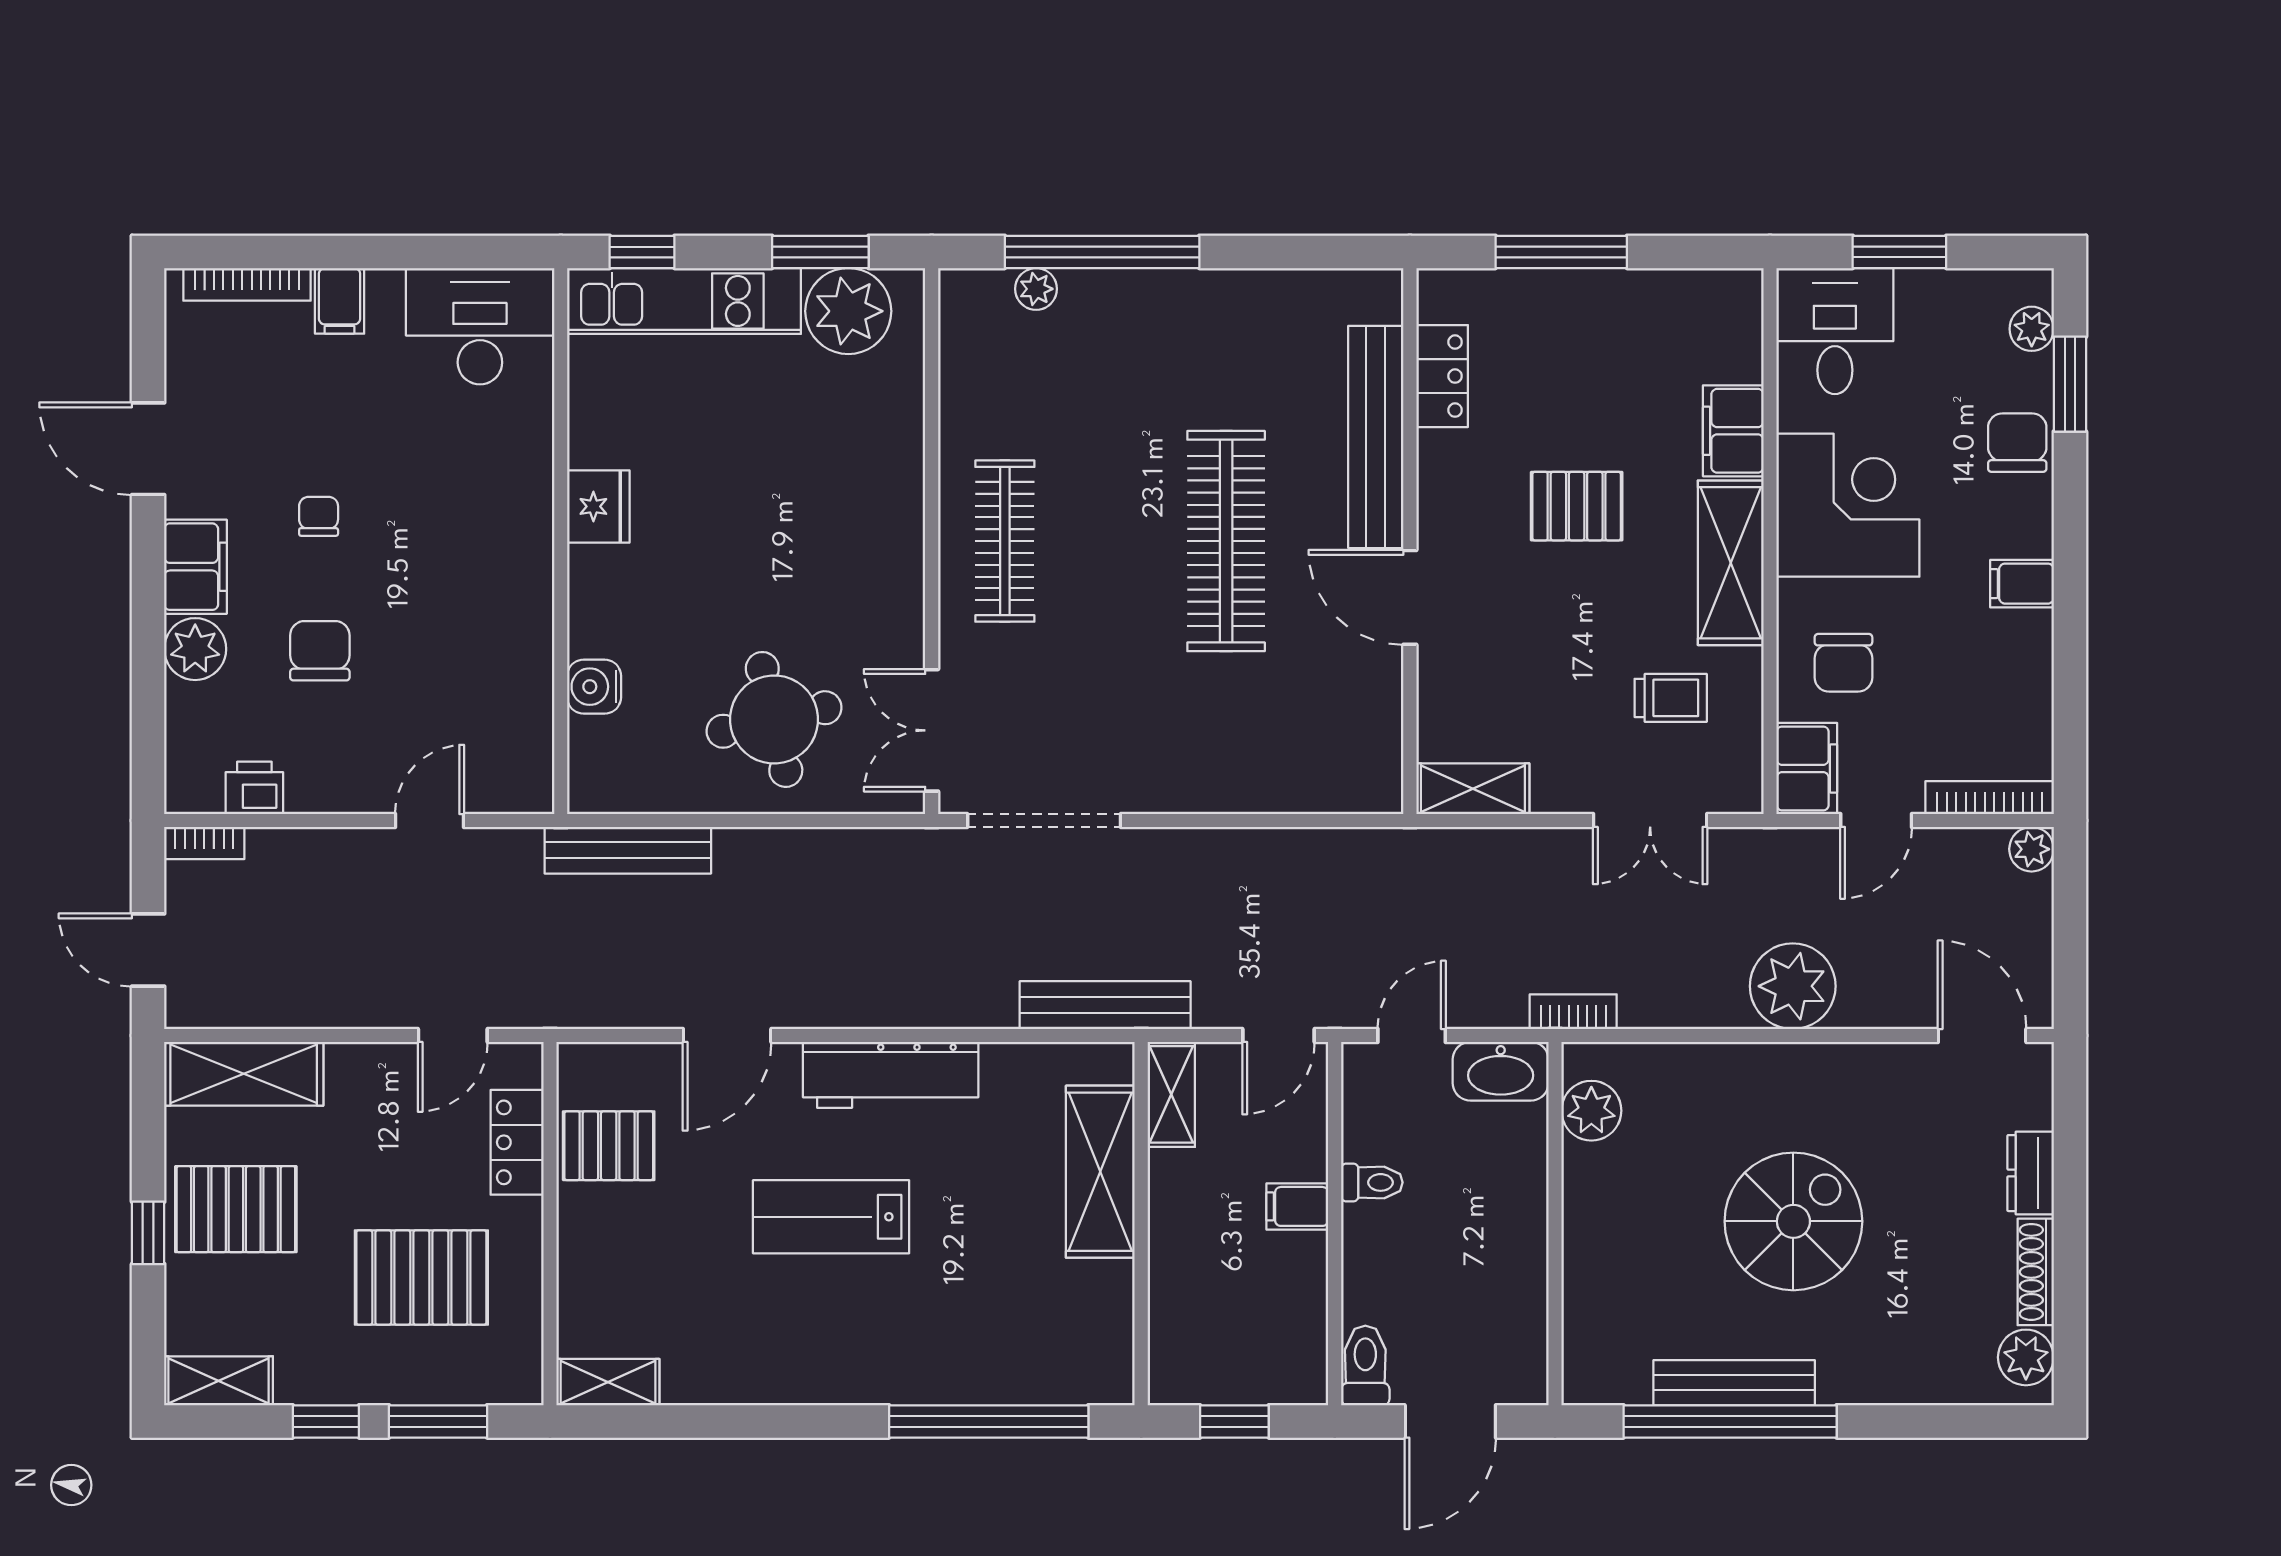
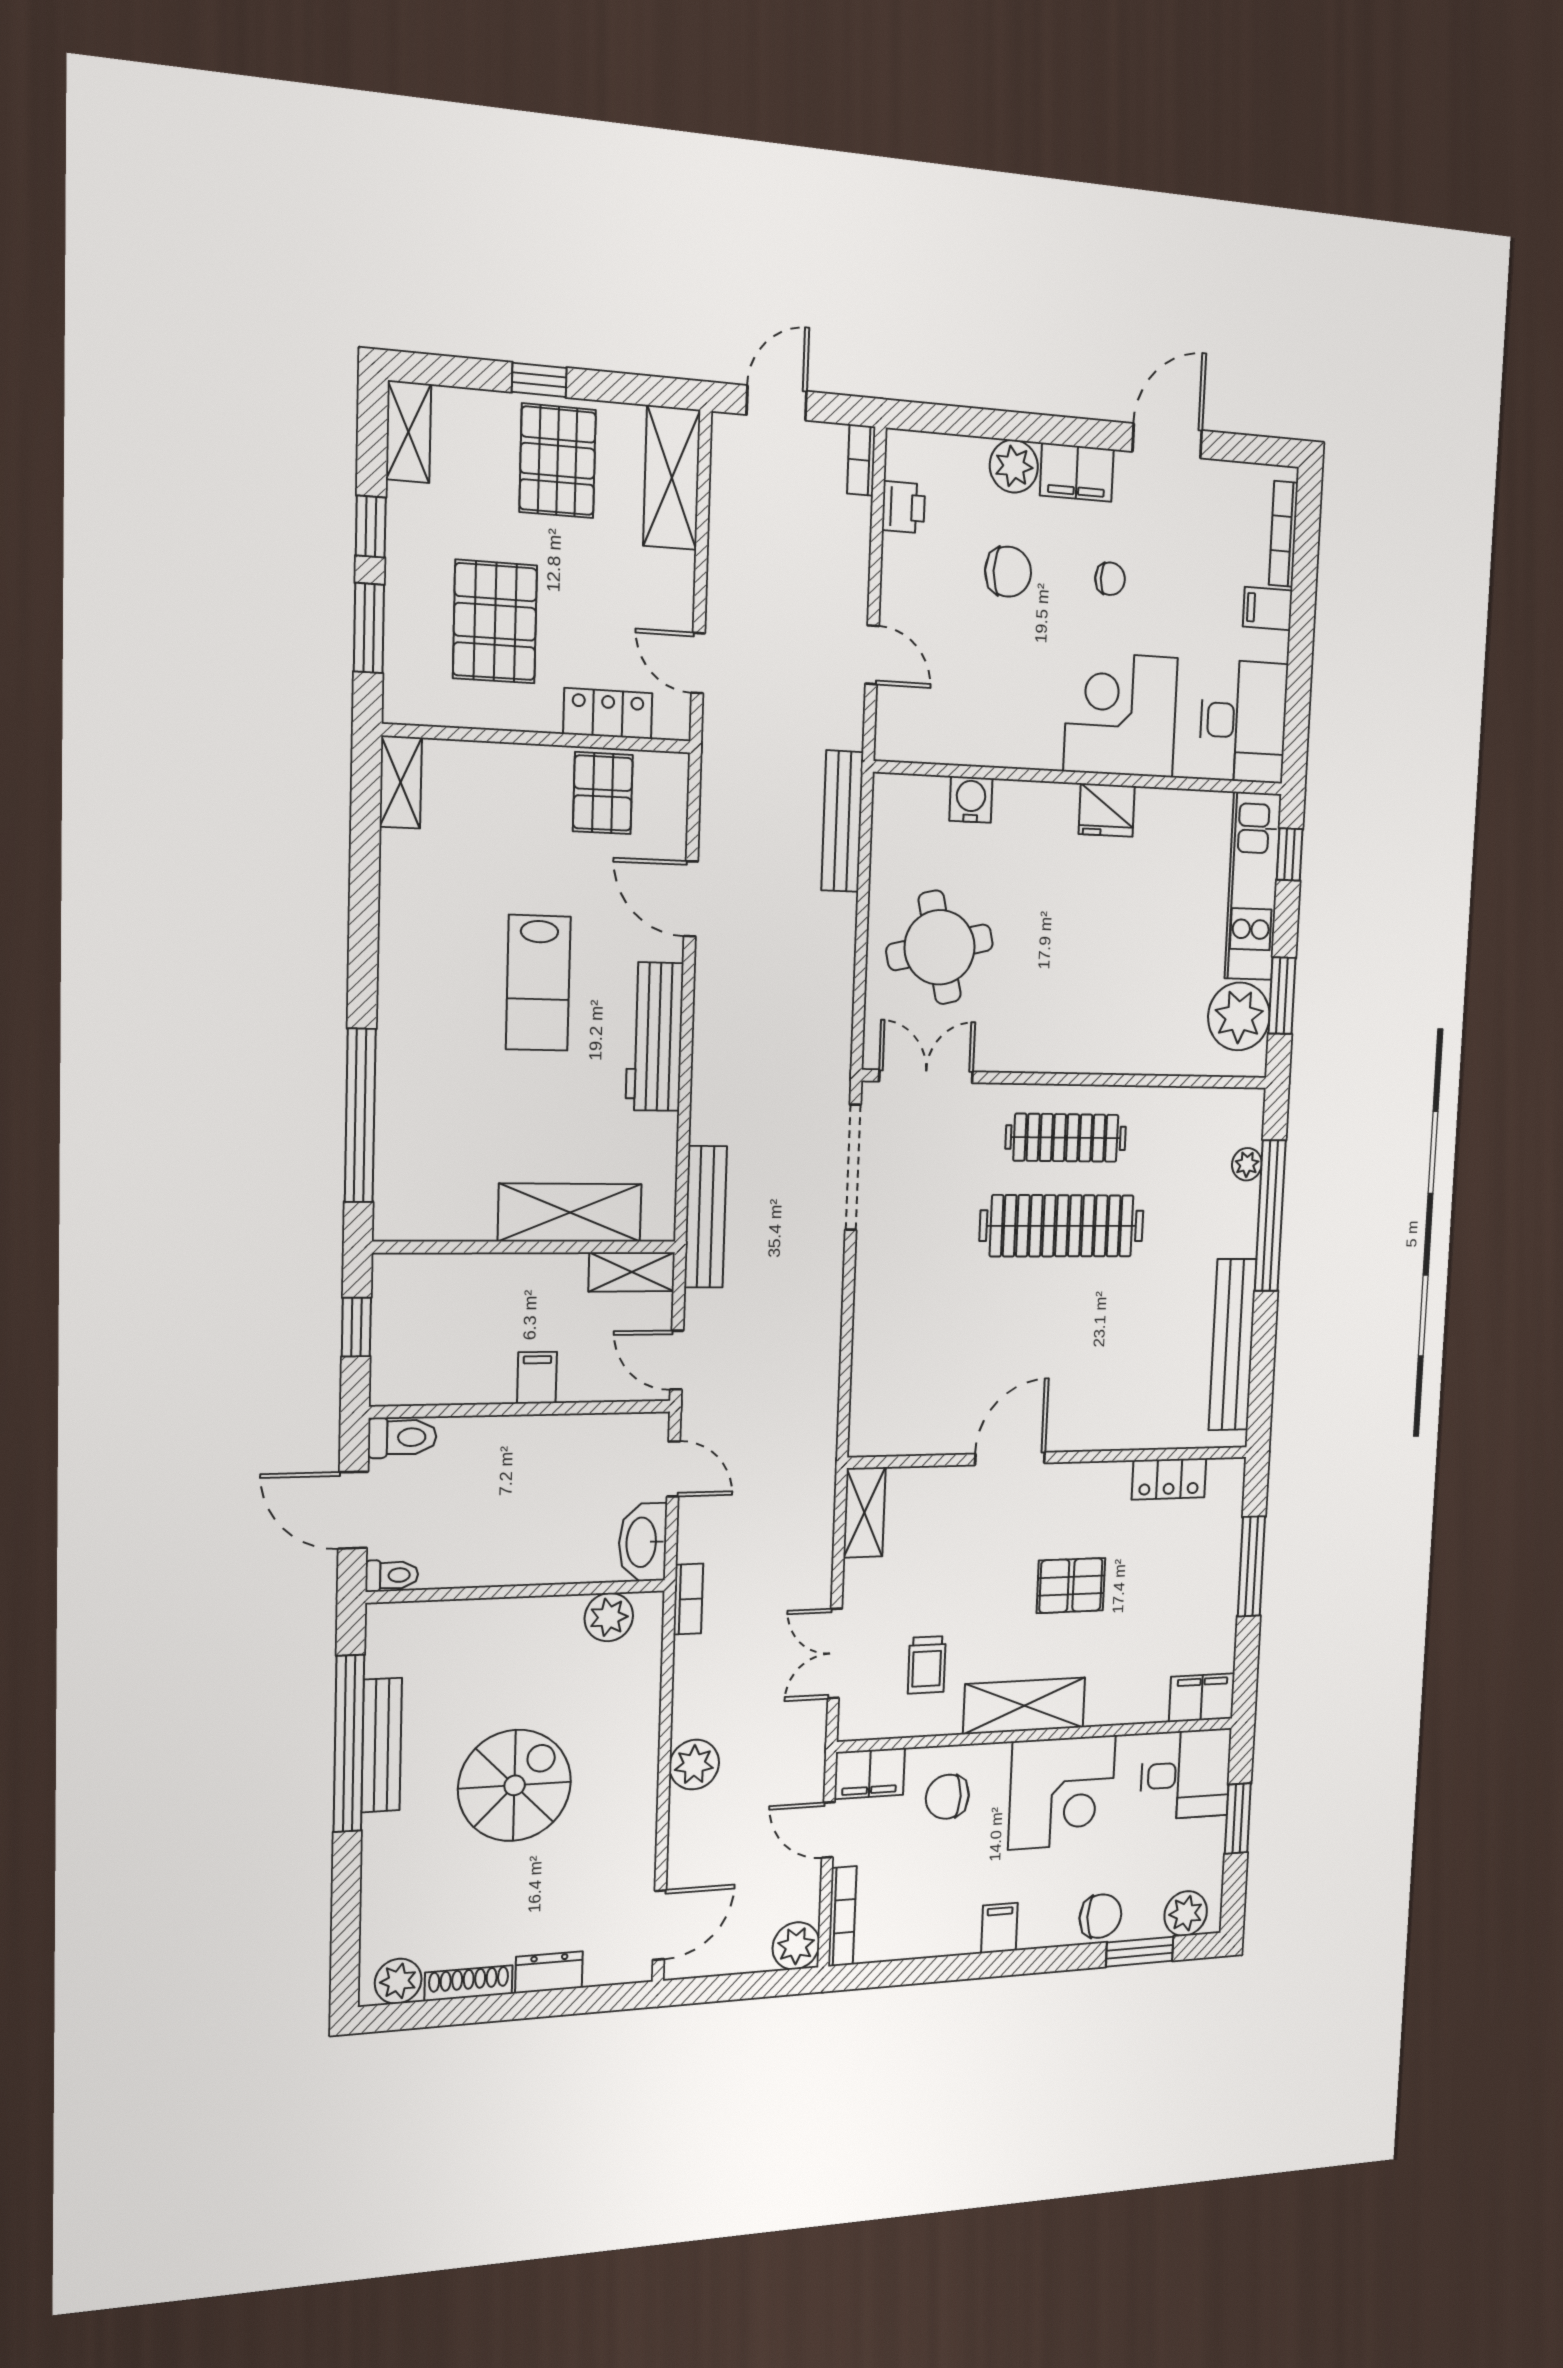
plant: (2032, 329) -> (1186, 1914), width x1.38, depth x1.38
filing cabinet: (1733, 431) -> (1202, 1698), moved
bench: (1376, 437) -> (1233, 1345), moved, turned 90
corner desk: (481, 494) -> (1121, 714), added
pallet: (1577, 506) -> (1071, 1586), turned 90
clothes rail: (1226, 541) -> (1062, 1226), moved
plant: (2032, 849) -> (796, 1946), width x1.38, depth x1.38
plant: (1793, 986) -> (694, 1765), width x0.73, depth x0.73
toilet: (1372, 1182) -> (392, 1575), moved, turned -90
lab bench: (831, 1217) -> (538, 983), turned 180
spiral stairs: (1793, 1221) -> (515, 1785), turned -90

